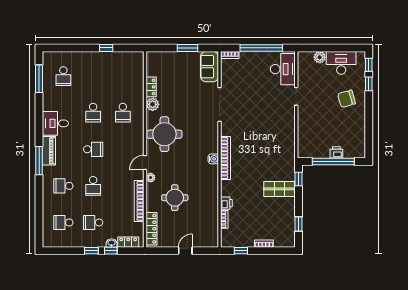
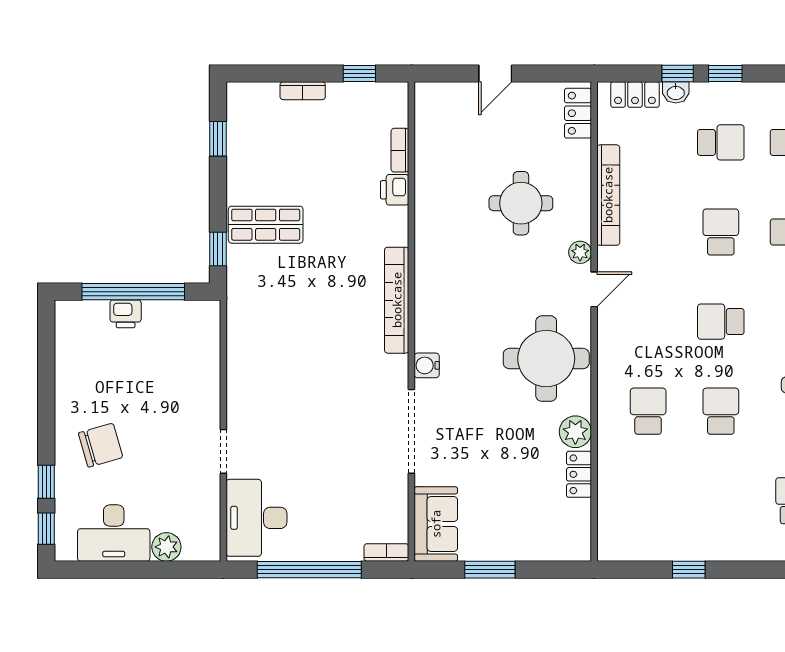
water cooler: (213, 159) -> (427, 365), moved
locker: (151, 229) -> (578, 113), width x0.66

